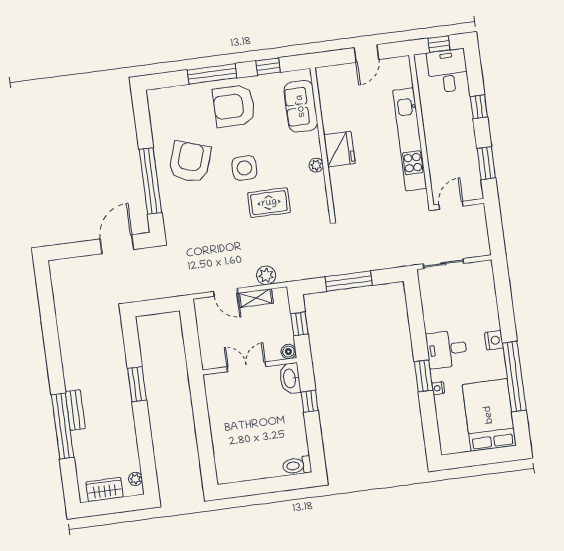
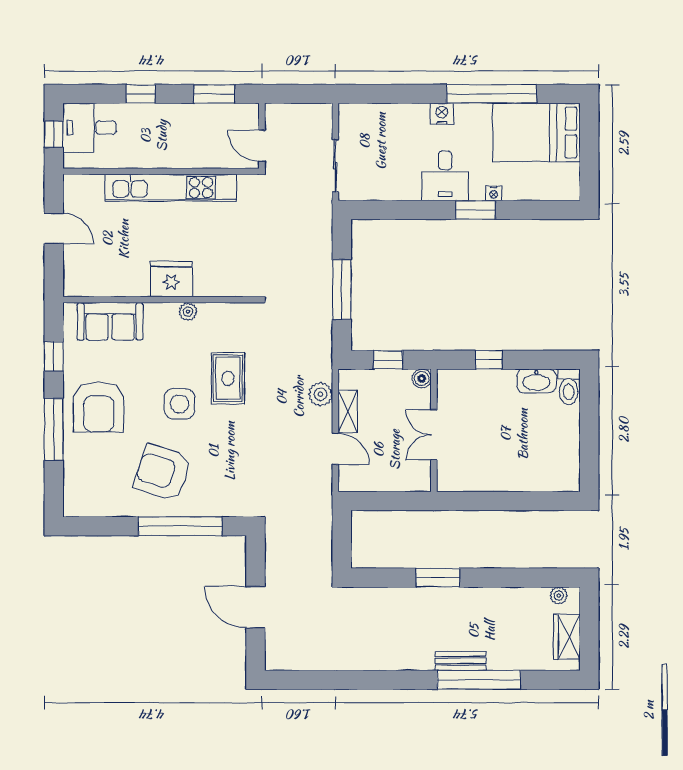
door: (117, 244) -> (256, 607), moved
door: (226, 292) -> (335, 449), hinge flipped
washbasin: (290, 378) -> (536, 381), moved

